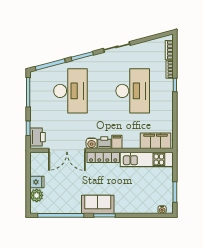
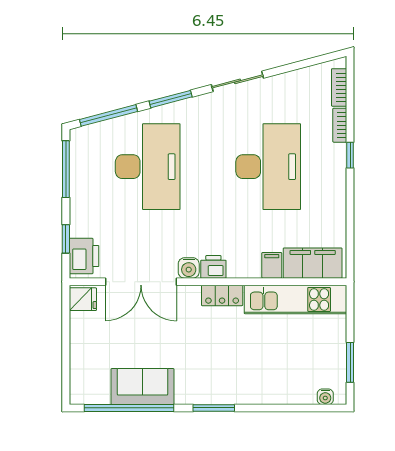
filing cabinet: (117, 142) -> (272, 265), moved
locker: (103, 157) -> (222, 295), width x0.66
fridge: (37, 182) -> (83, 299), moved
plant: (37, 195) -> (82, 369), removed
sofa: (98, 204) -> (143, 386), moved

